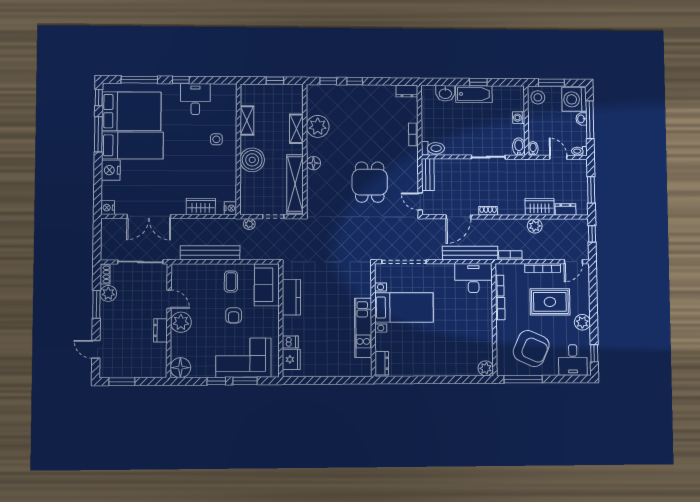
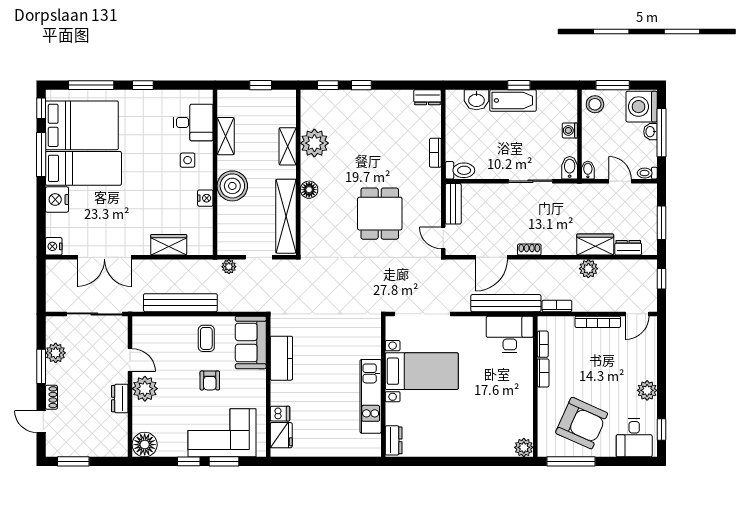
desk: (195, 99) -> (193, 122), moved, turned 90
nightstand: (230, 208) -> (205, 198), moved
shoe rack: (105, 274) -> (51, 397), moved
rug: (550, 302) -> (606, 365), removed

